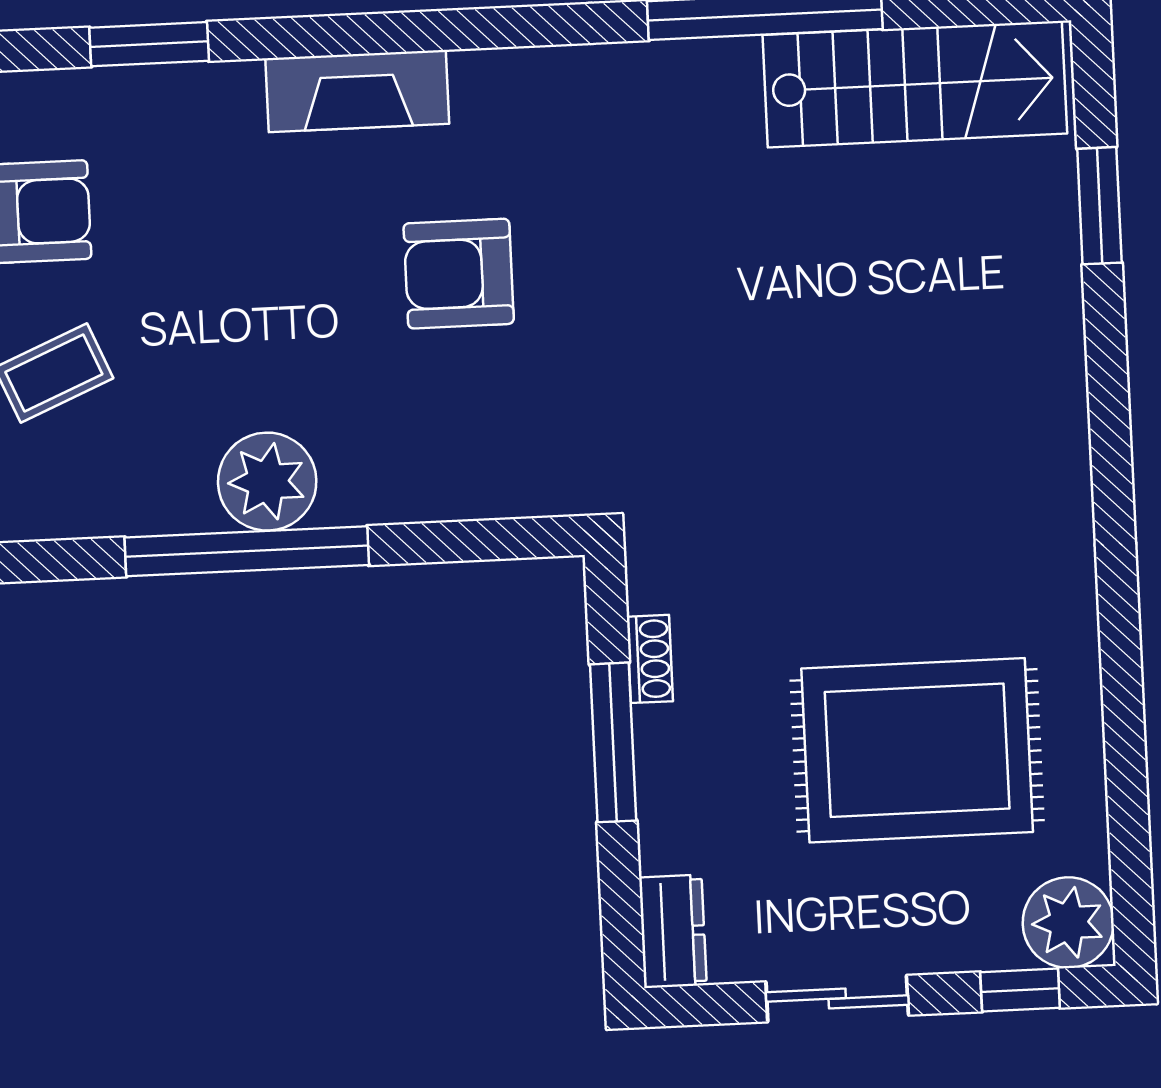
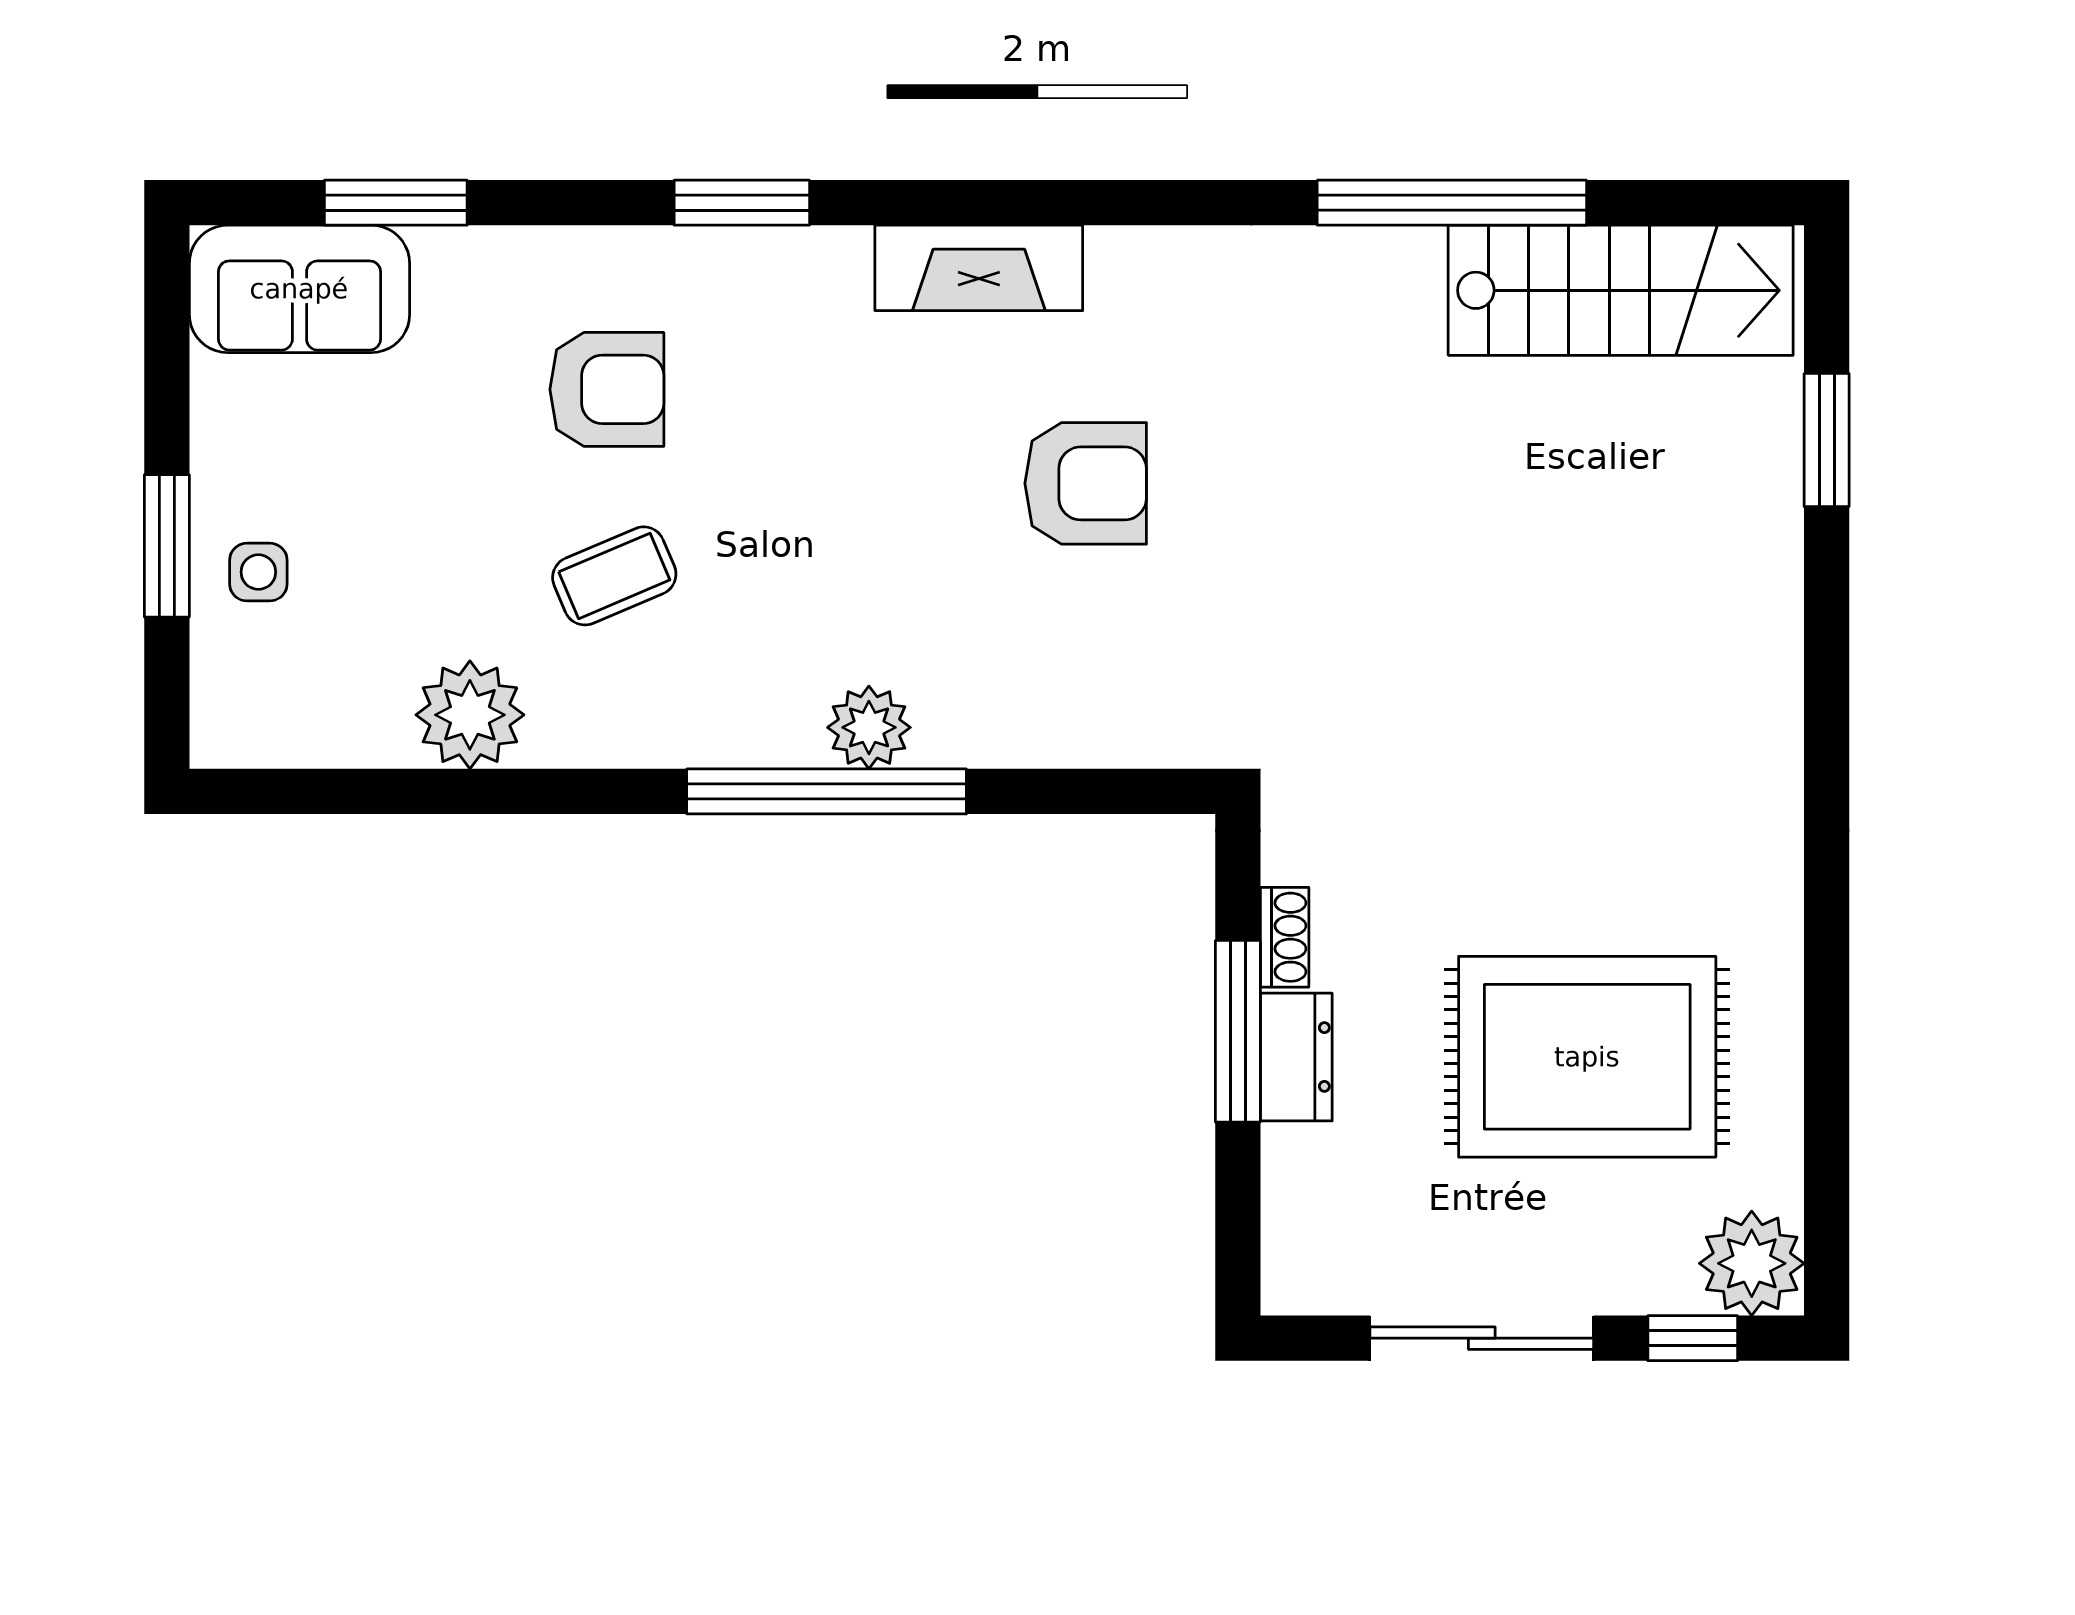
armchair: (459, 274) -> (1086, 483), turned 180
plant: (267, 482) -> (869, 727), width x0.73, depth x0.73
dresser: (673, 931) -> (1296, 1057), moved
sliding door: (837, 999) -> (1482, 1338), width x1.37

